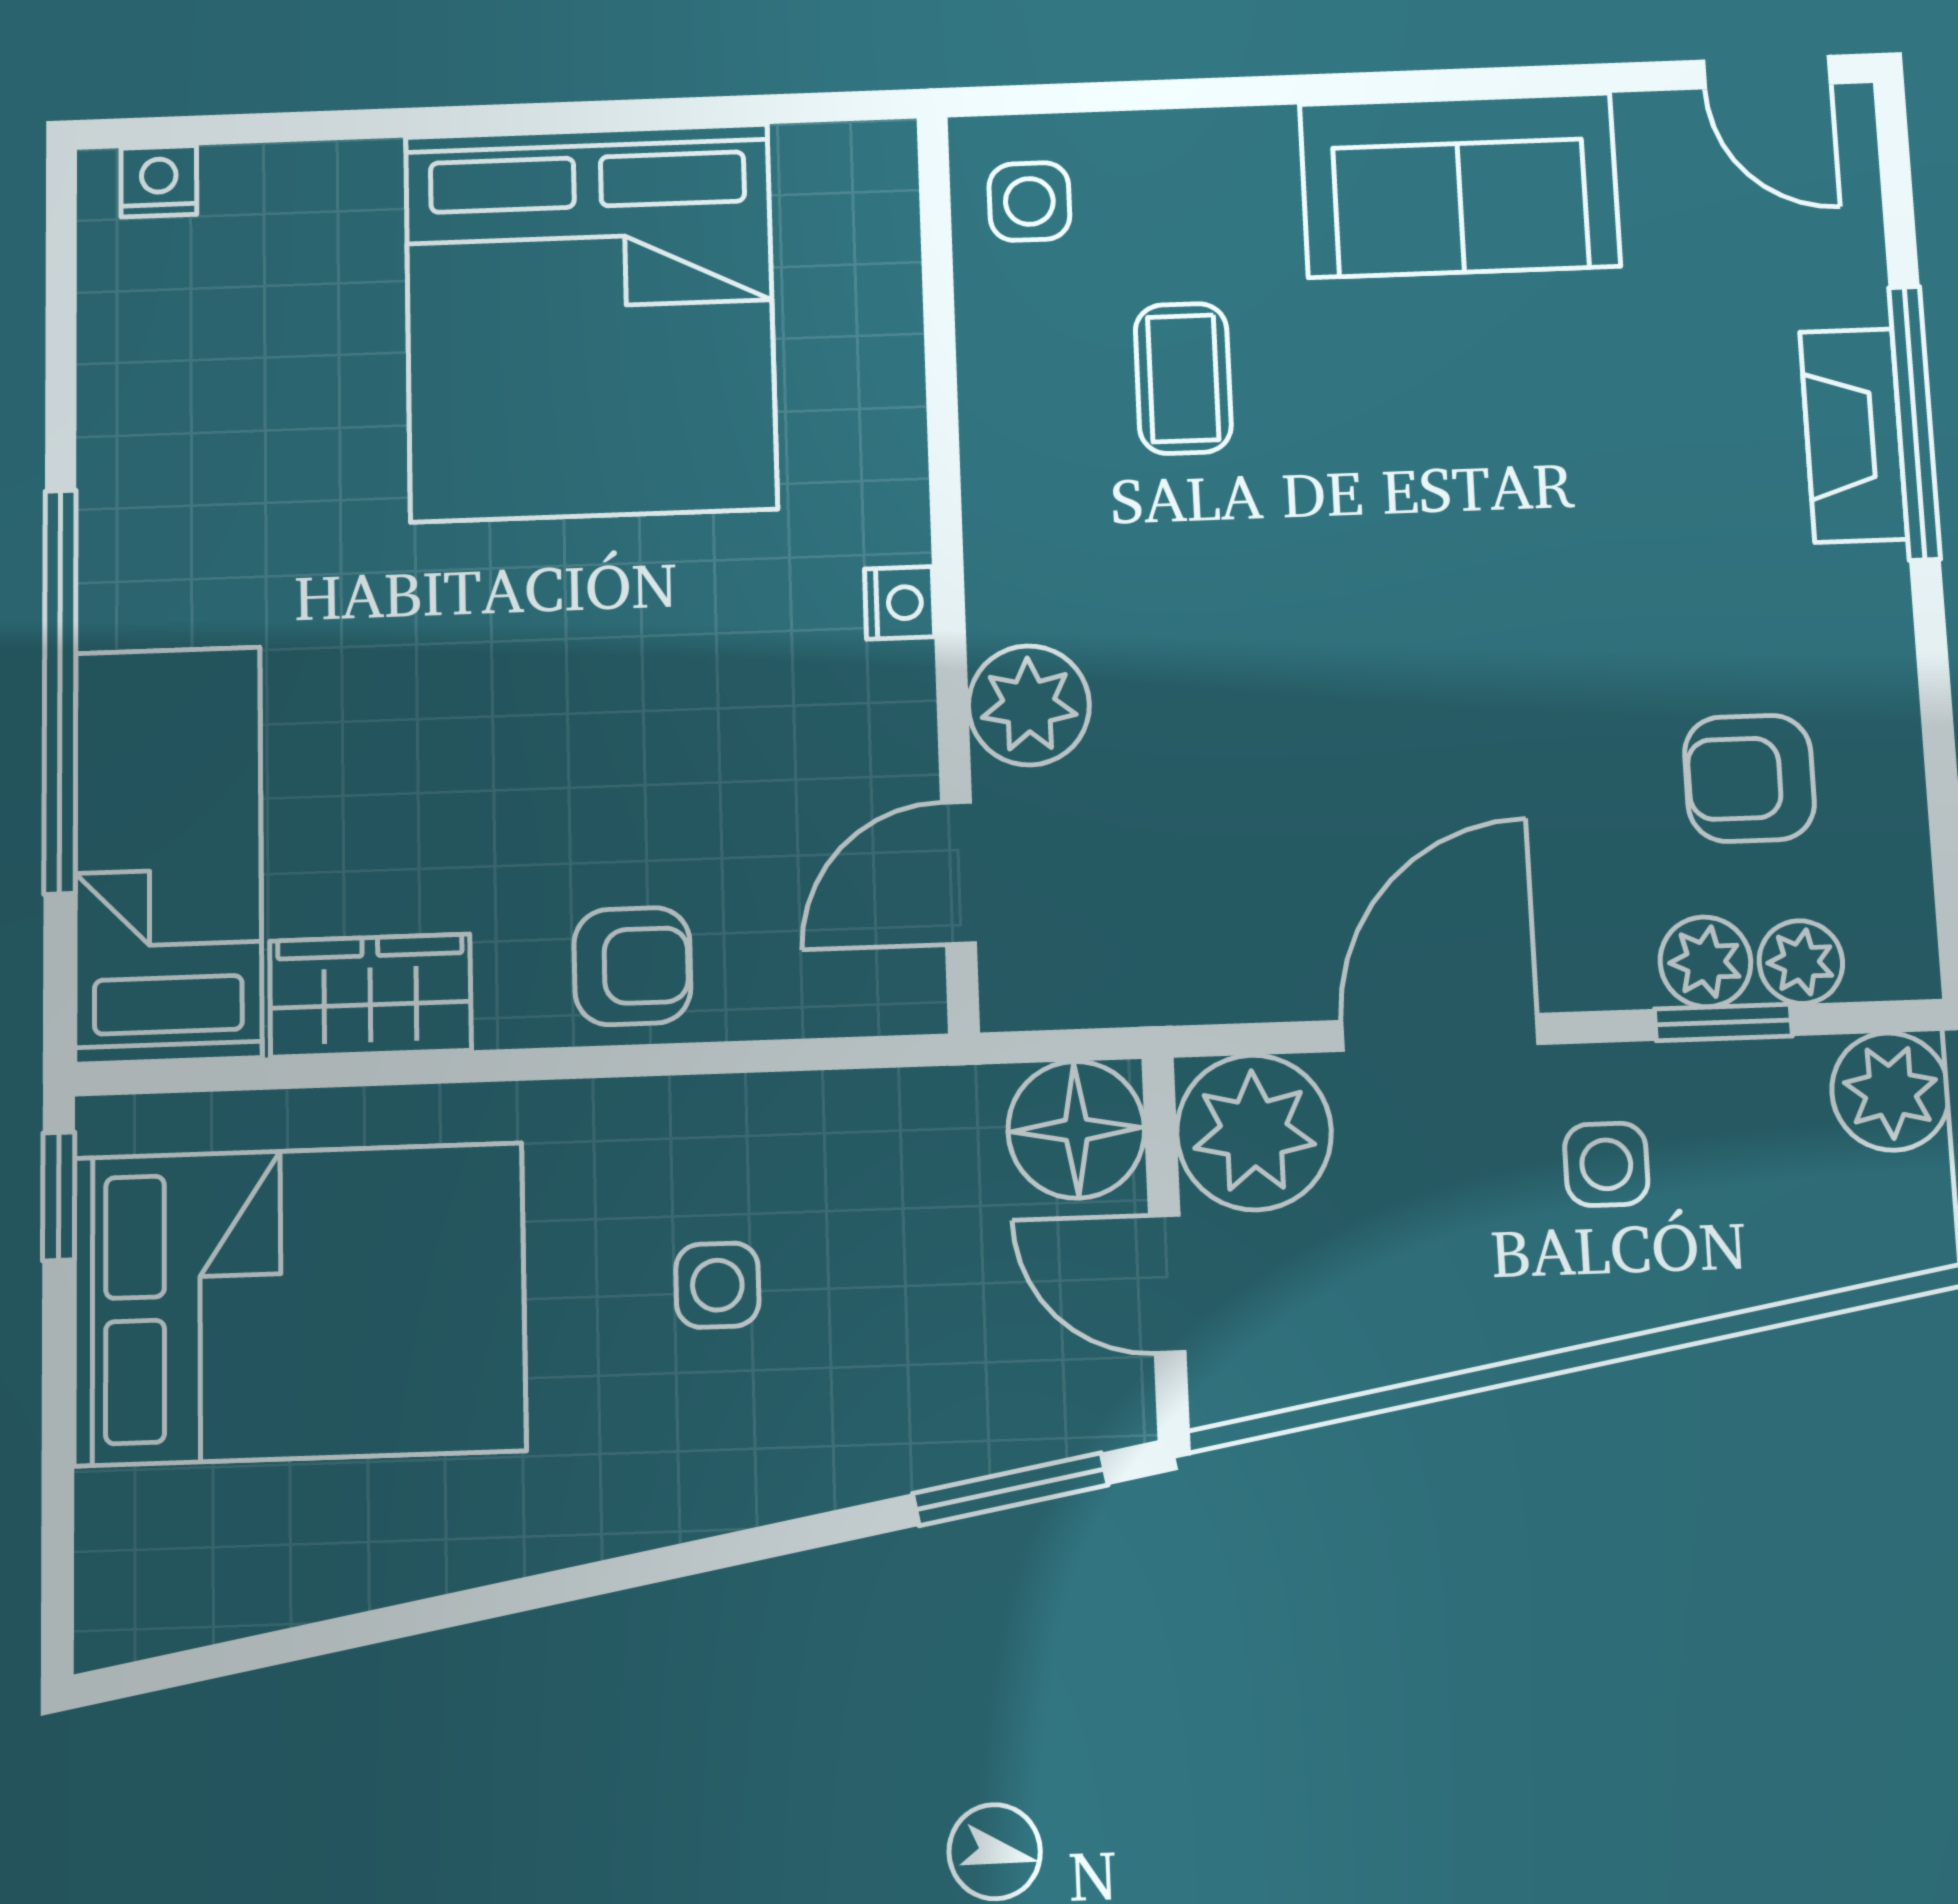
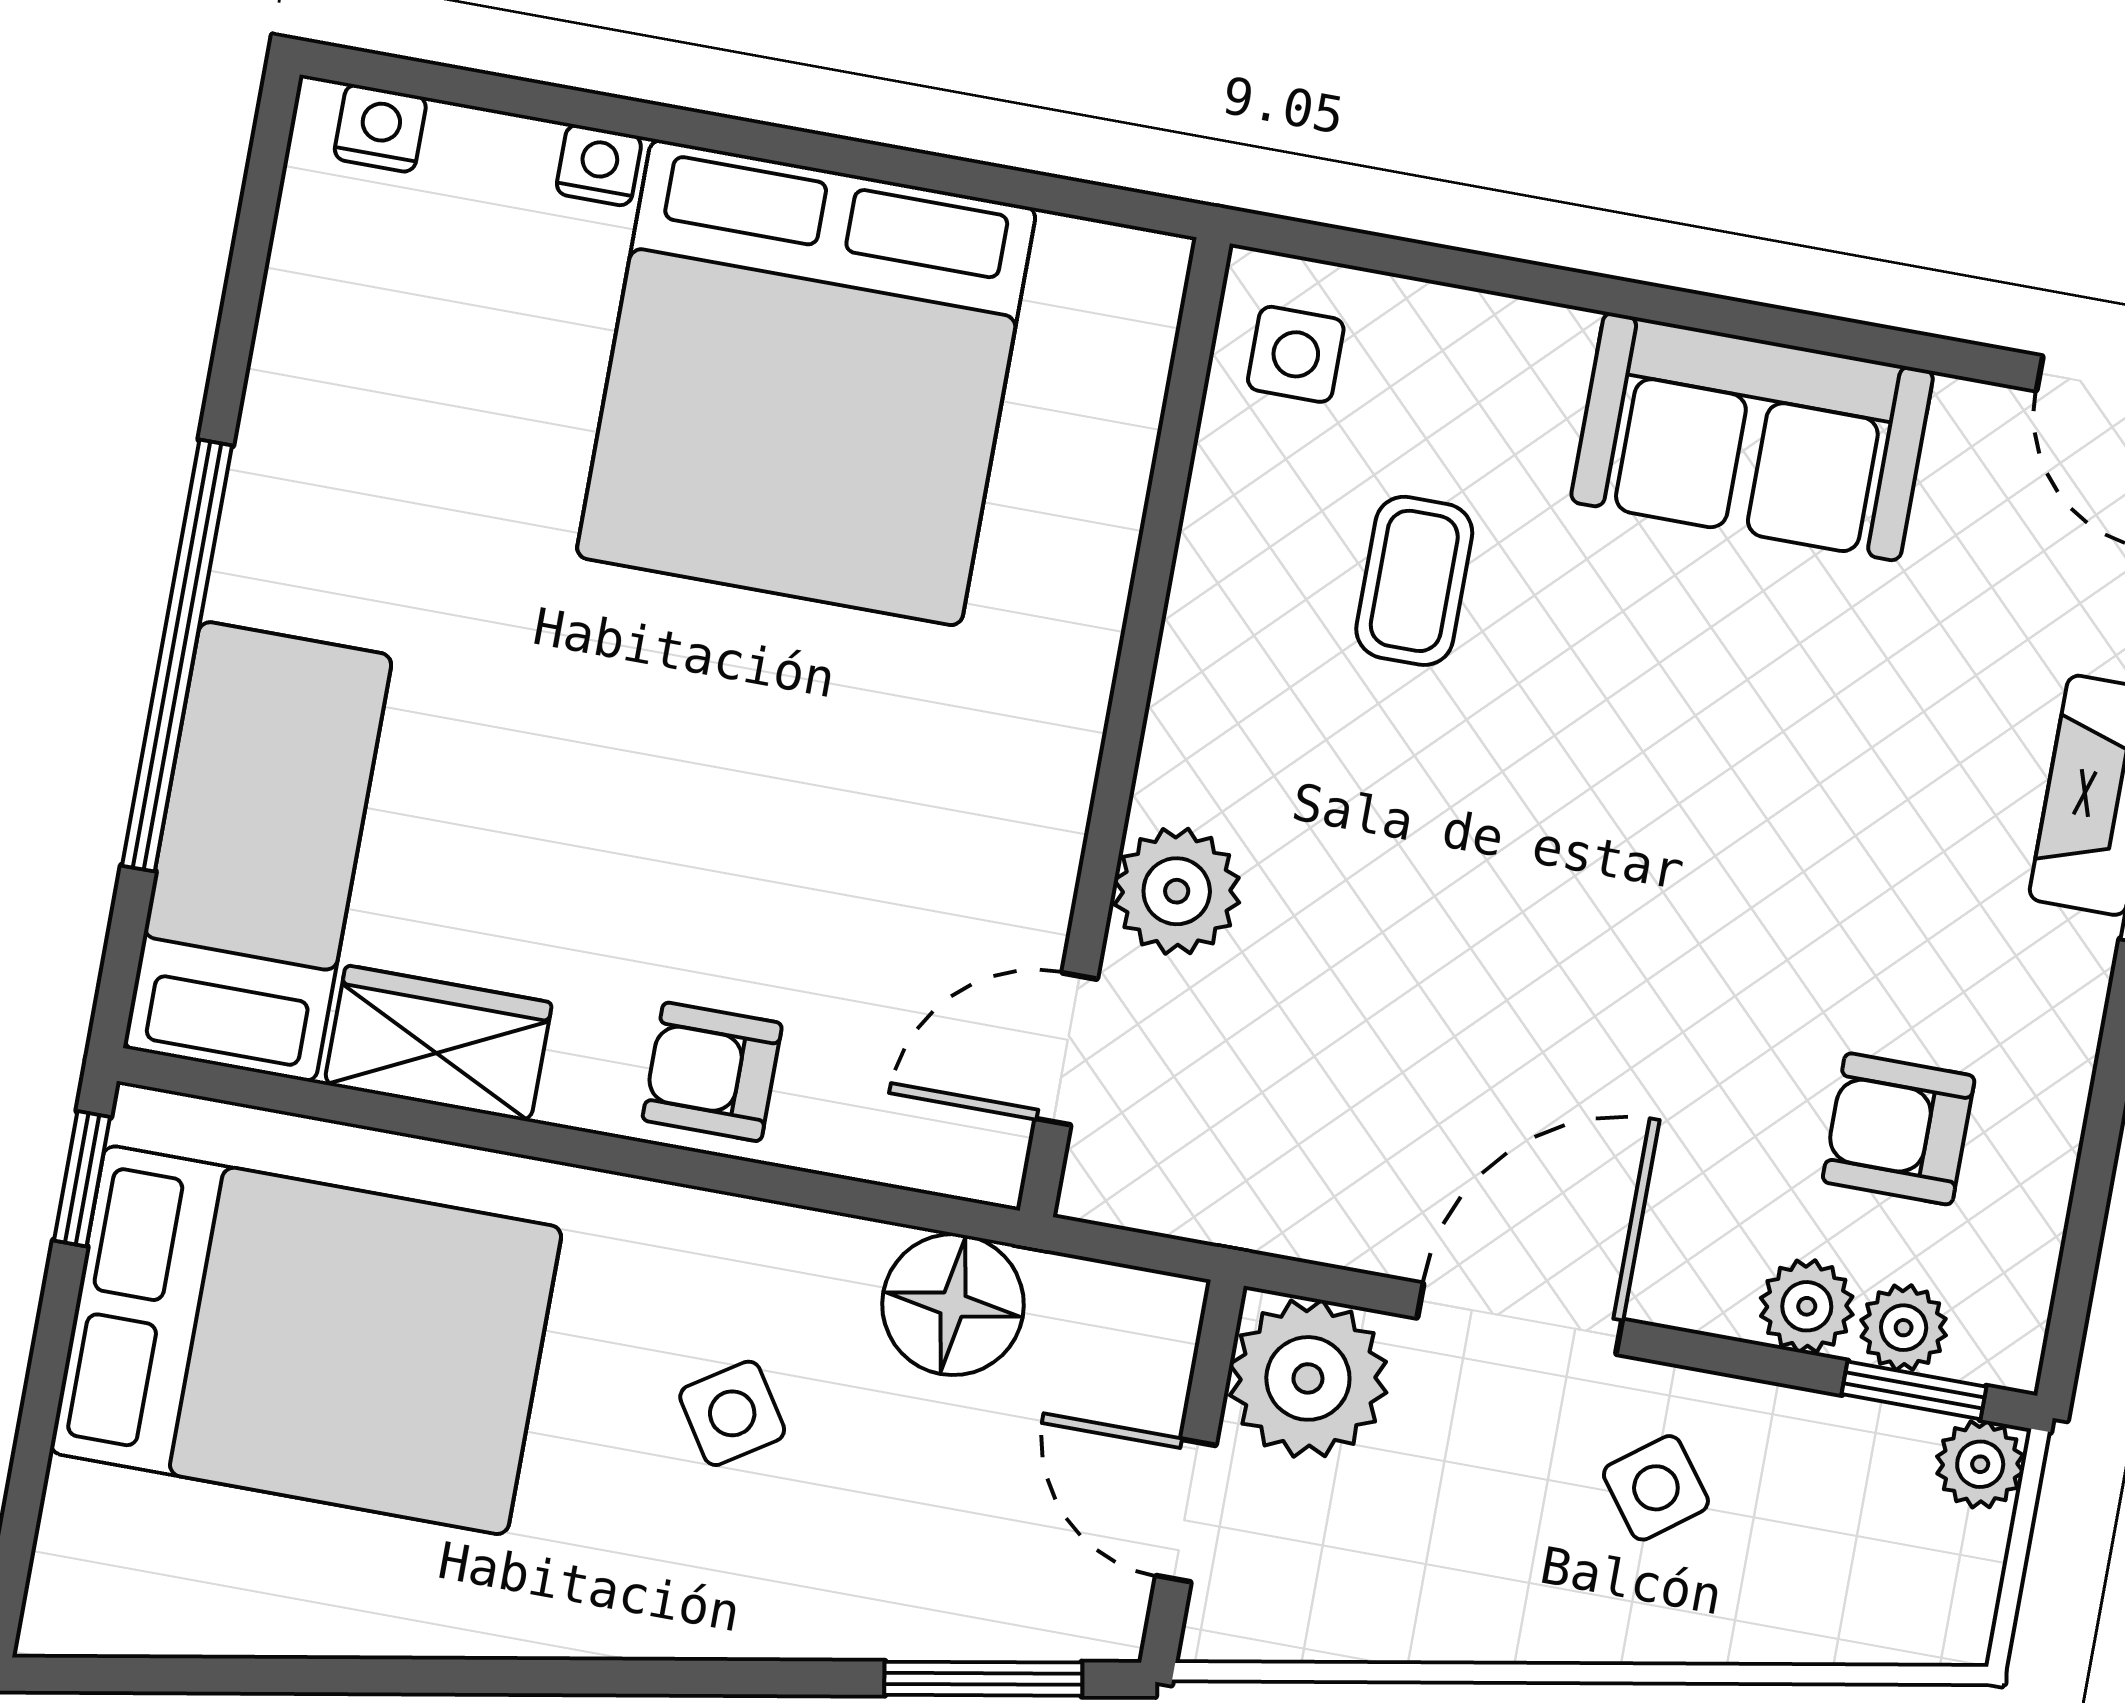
nightstand: (899, 603) -> (599, 165), moved, turned -90
armchair: (632, 966) -> (712, 1072), turned 180
window: (1723, 1022) -> (1914, 1390), moved
plant: (1891, 1091) -> (1980, 1464), width x0.73, depth x0.73
floor lamp: (1076, 1130) -> (953, 1305), moved
side table: (1606, 1164) -> (1656, 1488), turned -37
side table: (717, 1285) -> (732, 1413), turned -33

